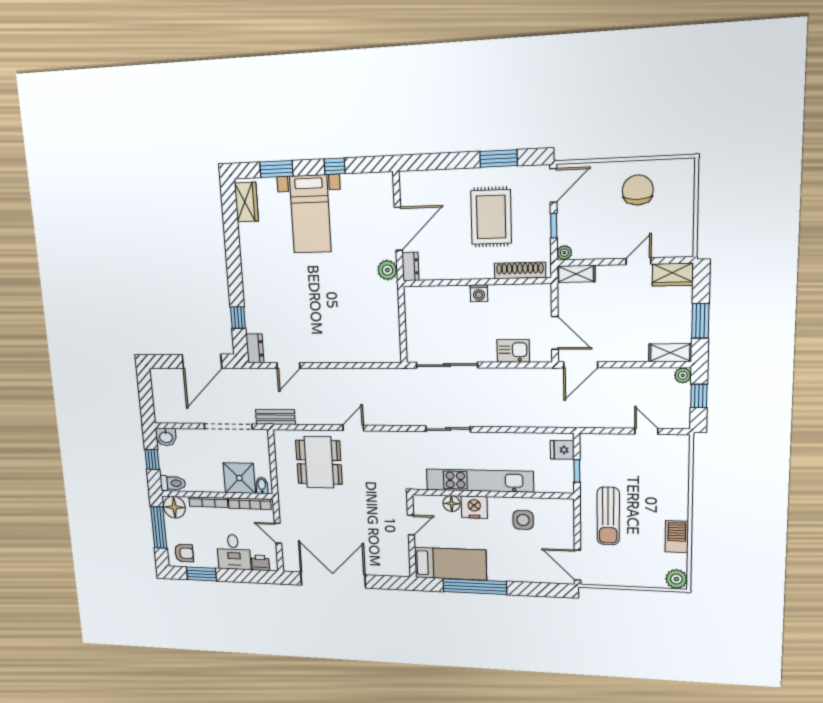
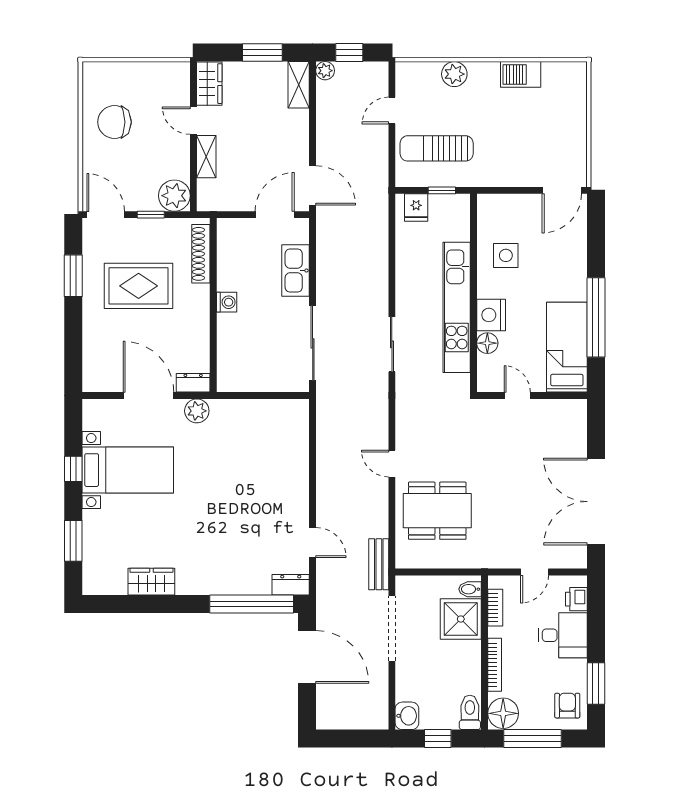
wardrobe: (246, 202) -> (151, 582), moved
bed with nightstands: (310, 214) -> (128, 470), moved
plant: (564, 253) -> (174, 196), width x1.88, depth x1.88
shelving: (576, 274) -> (206, 157), moved
window: (238, 318) -> (252, 604), width x3.17
kitchen sink: (513, 351) -> (296, 271), width x1.38
bookcase: (250, 504) -> (495, 608), width x0.64
sun lounger: (608, 516) -> (437, 148), moved, turned 180
plant: (676, 579) -> (454, 74), moved

